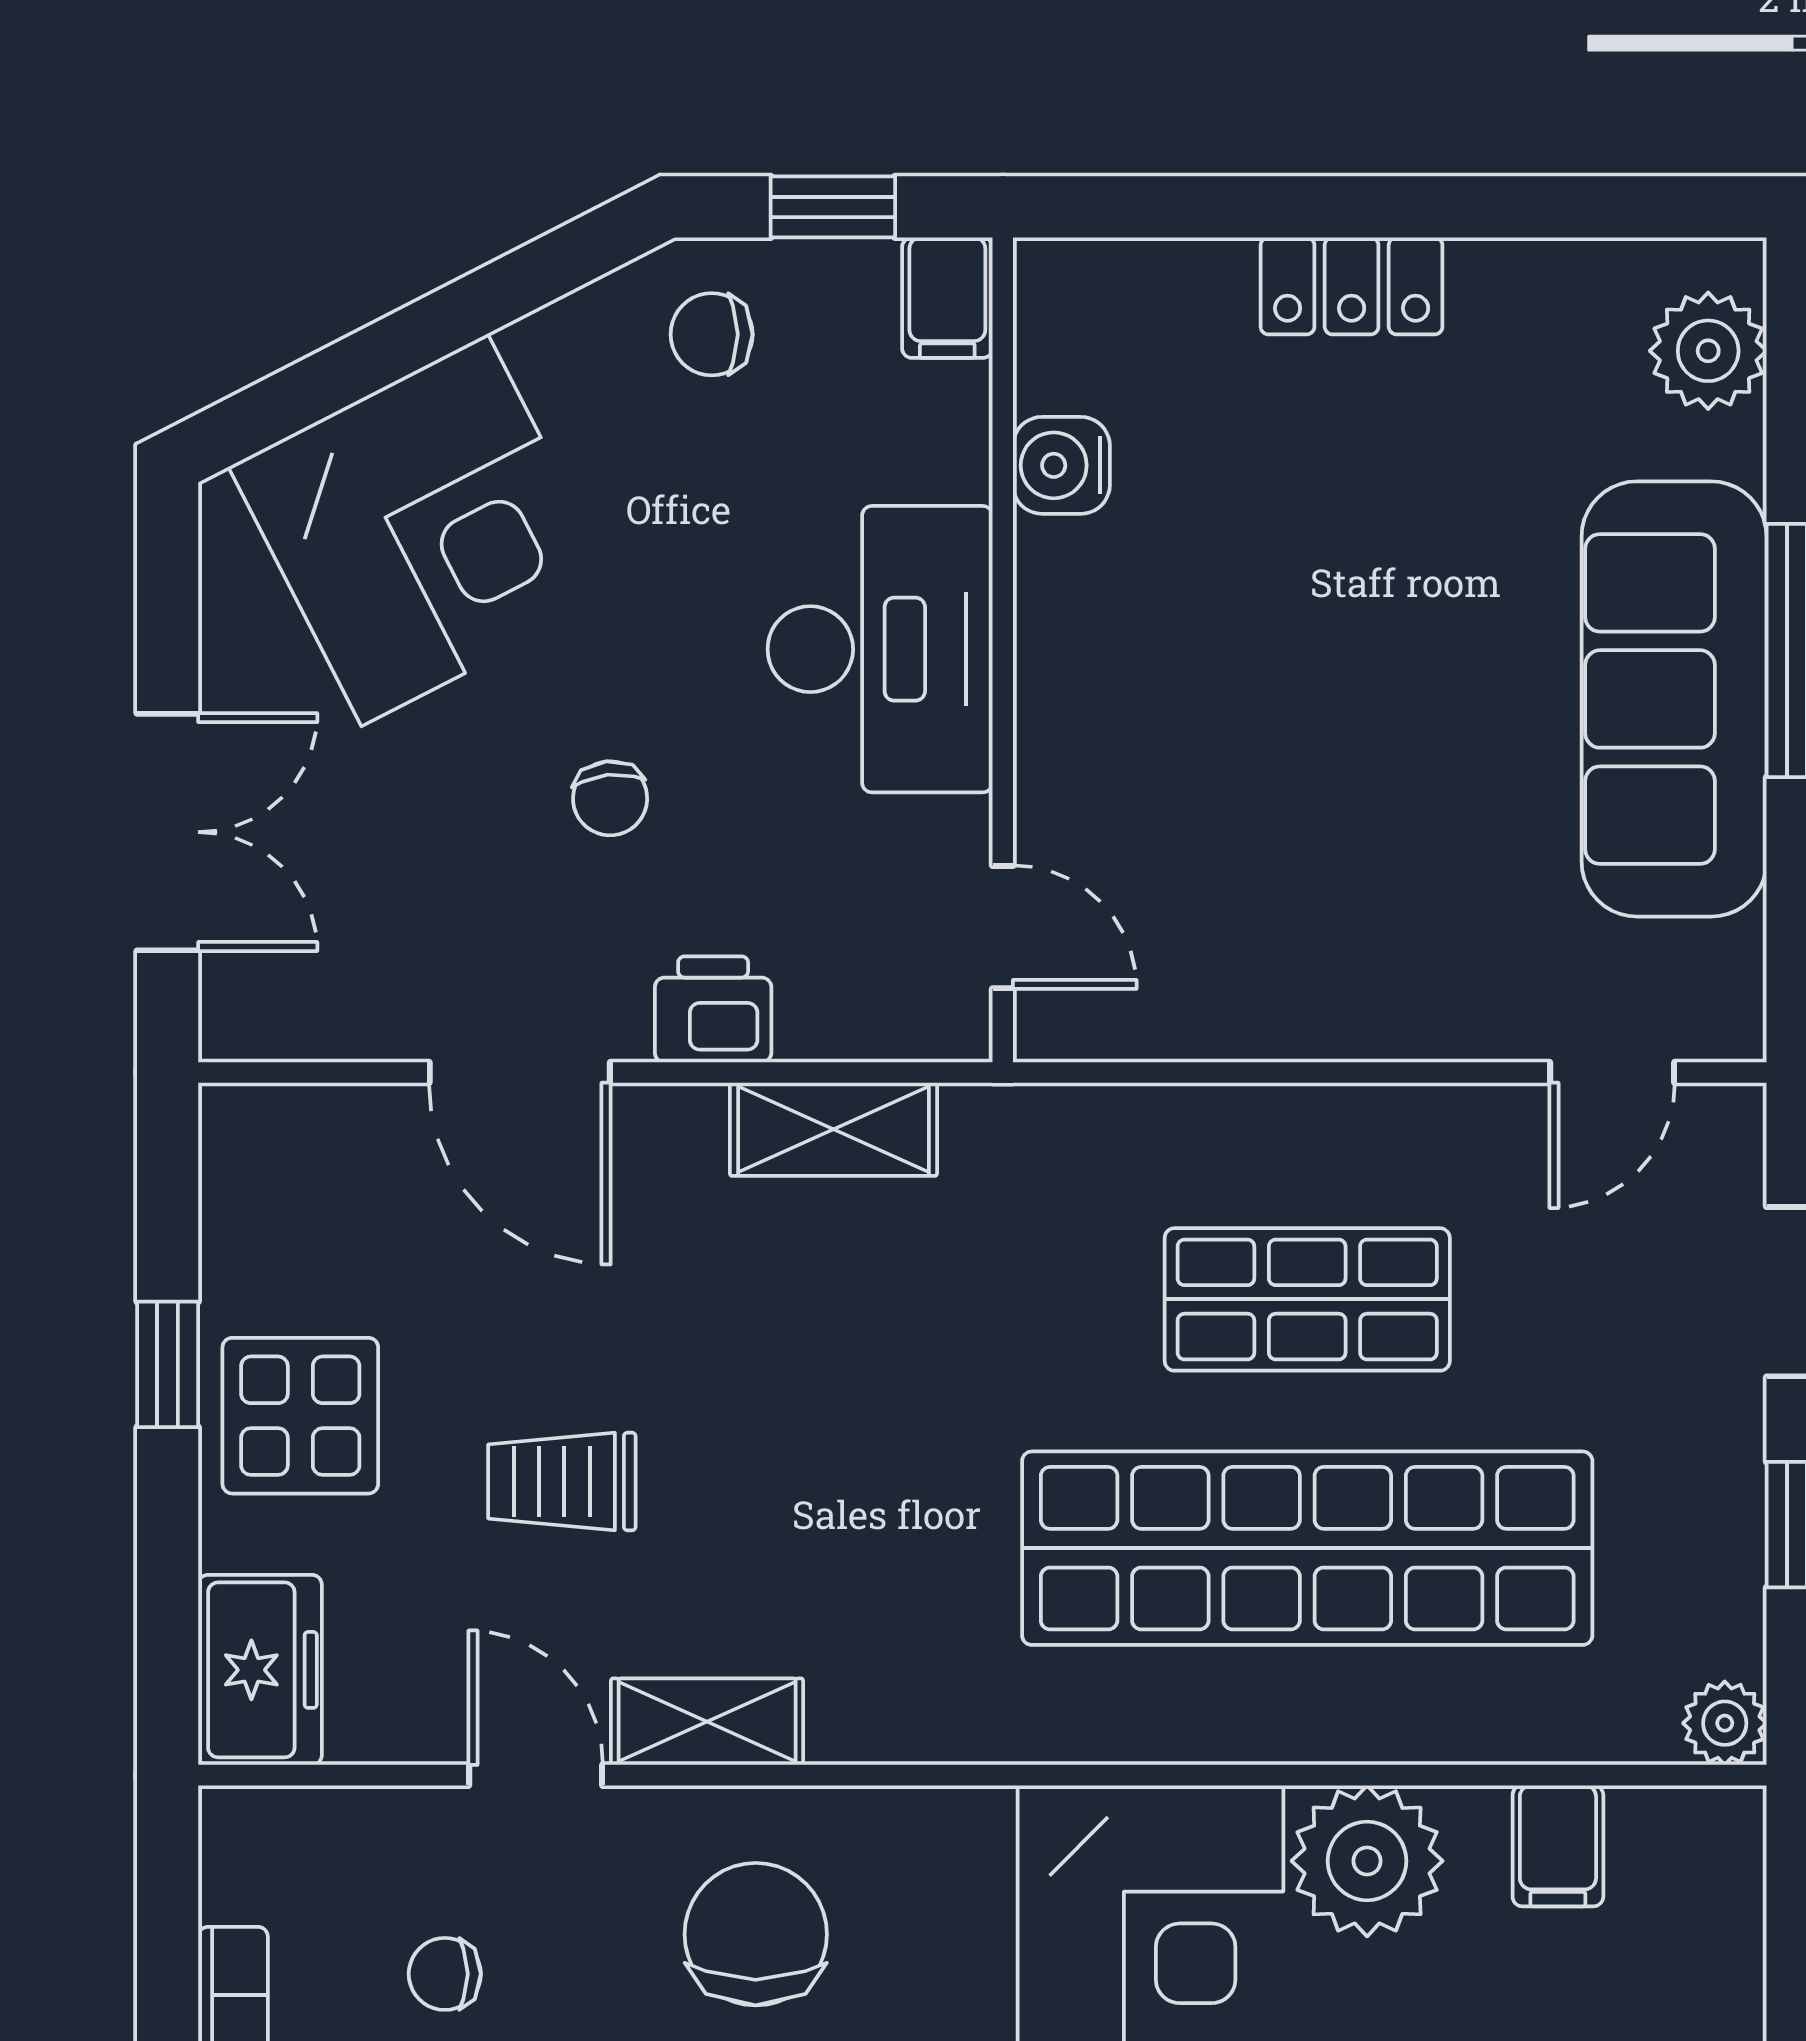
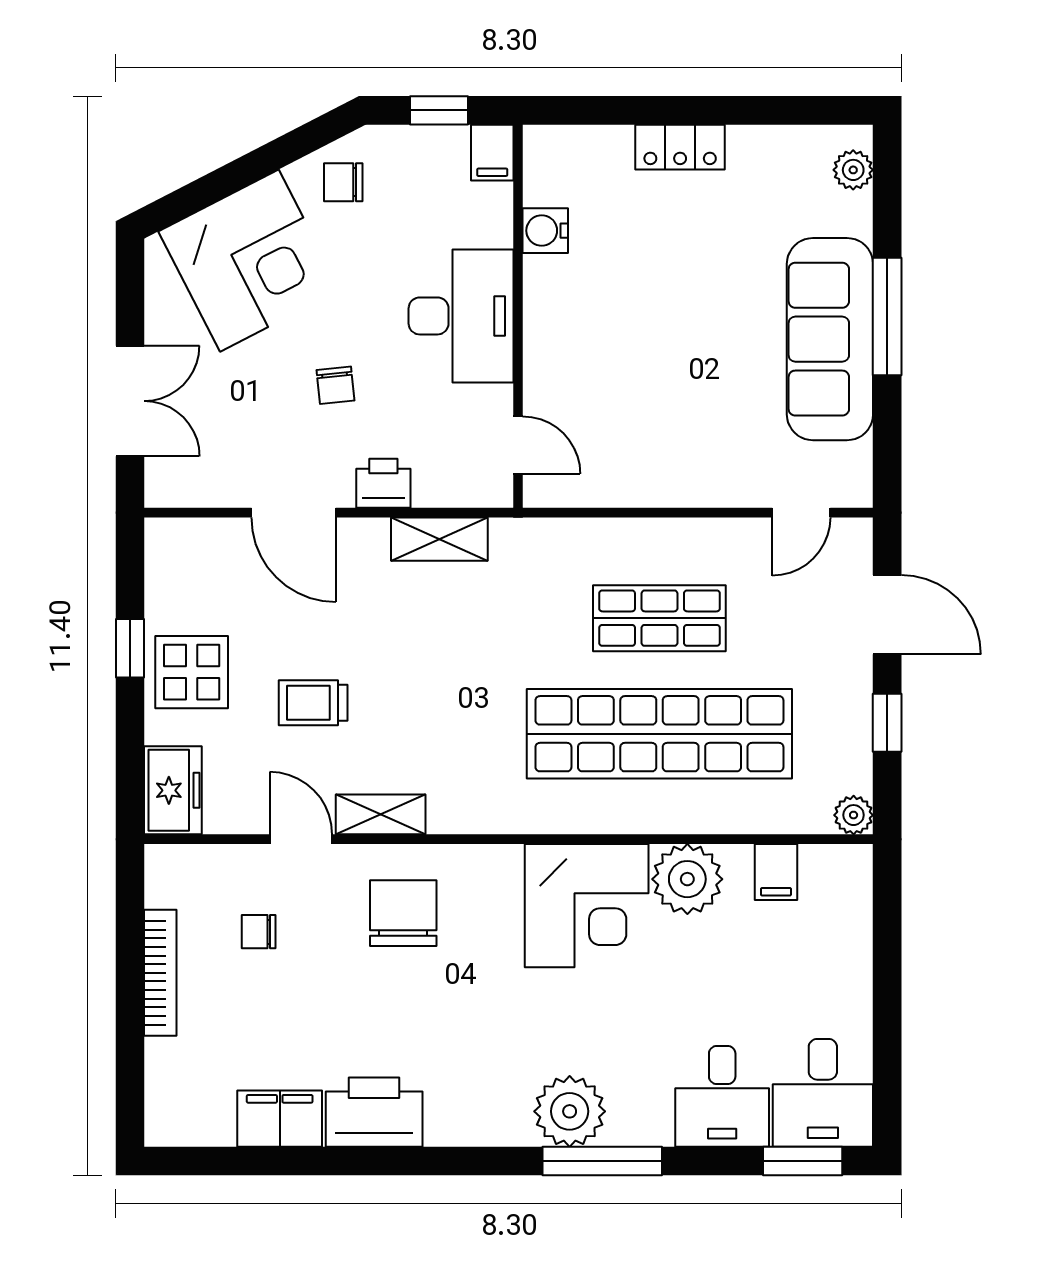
chair: (712, 334) -> (343, 182), moved
plant: (1708, 351) -> (853, 170), width x0.73, depth x0.73

